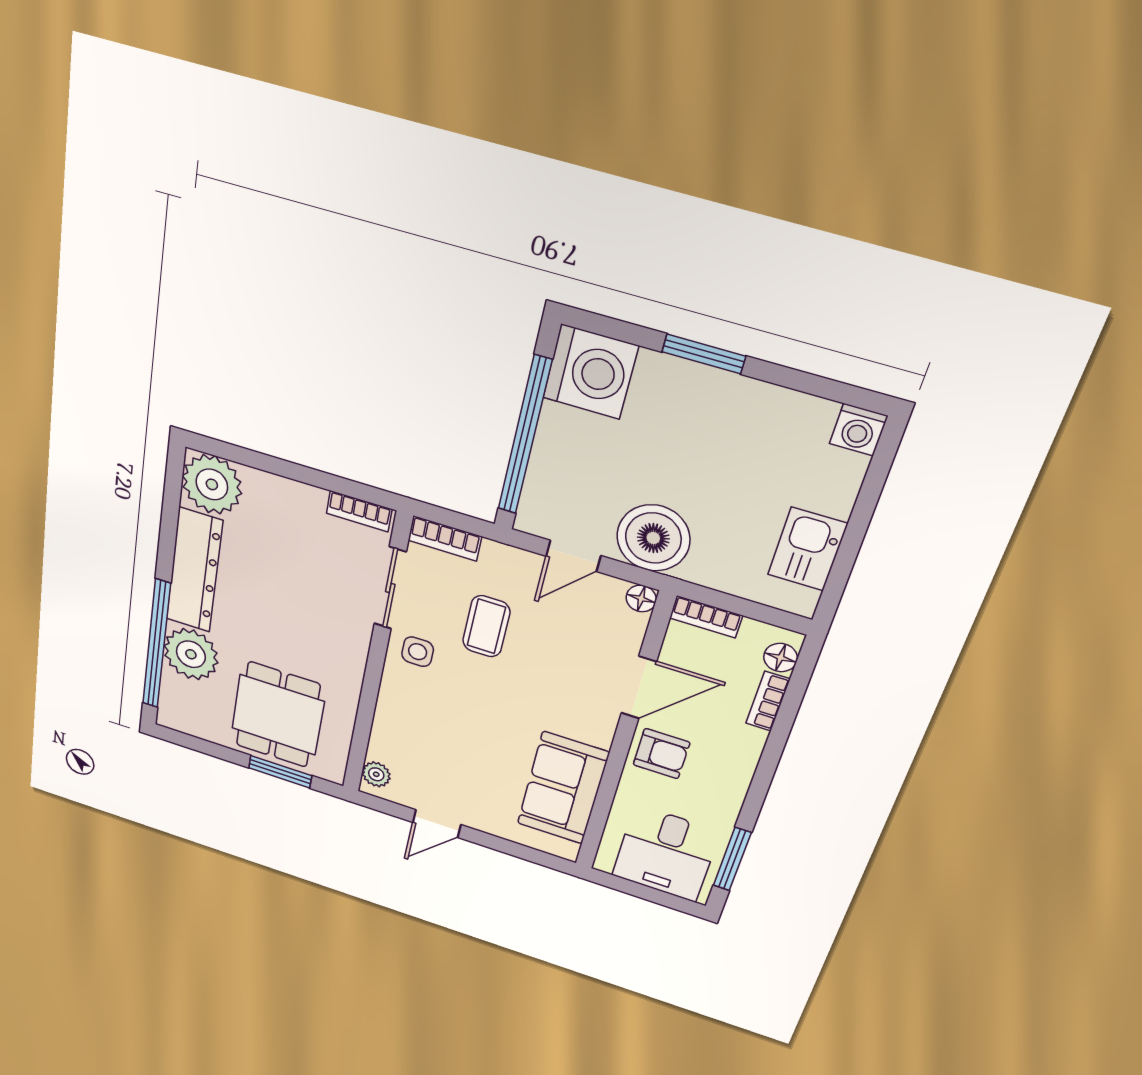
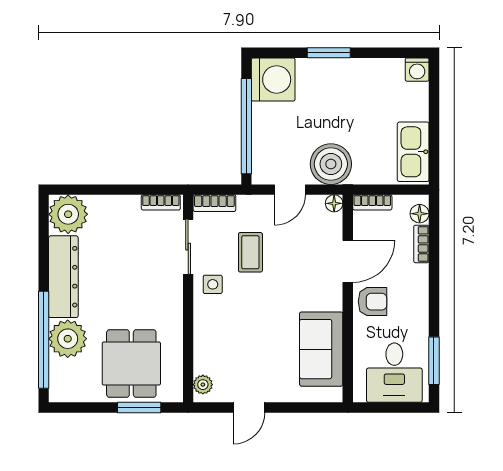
kitchen sink: (807, 549) -> (413, 152), width x1.38

